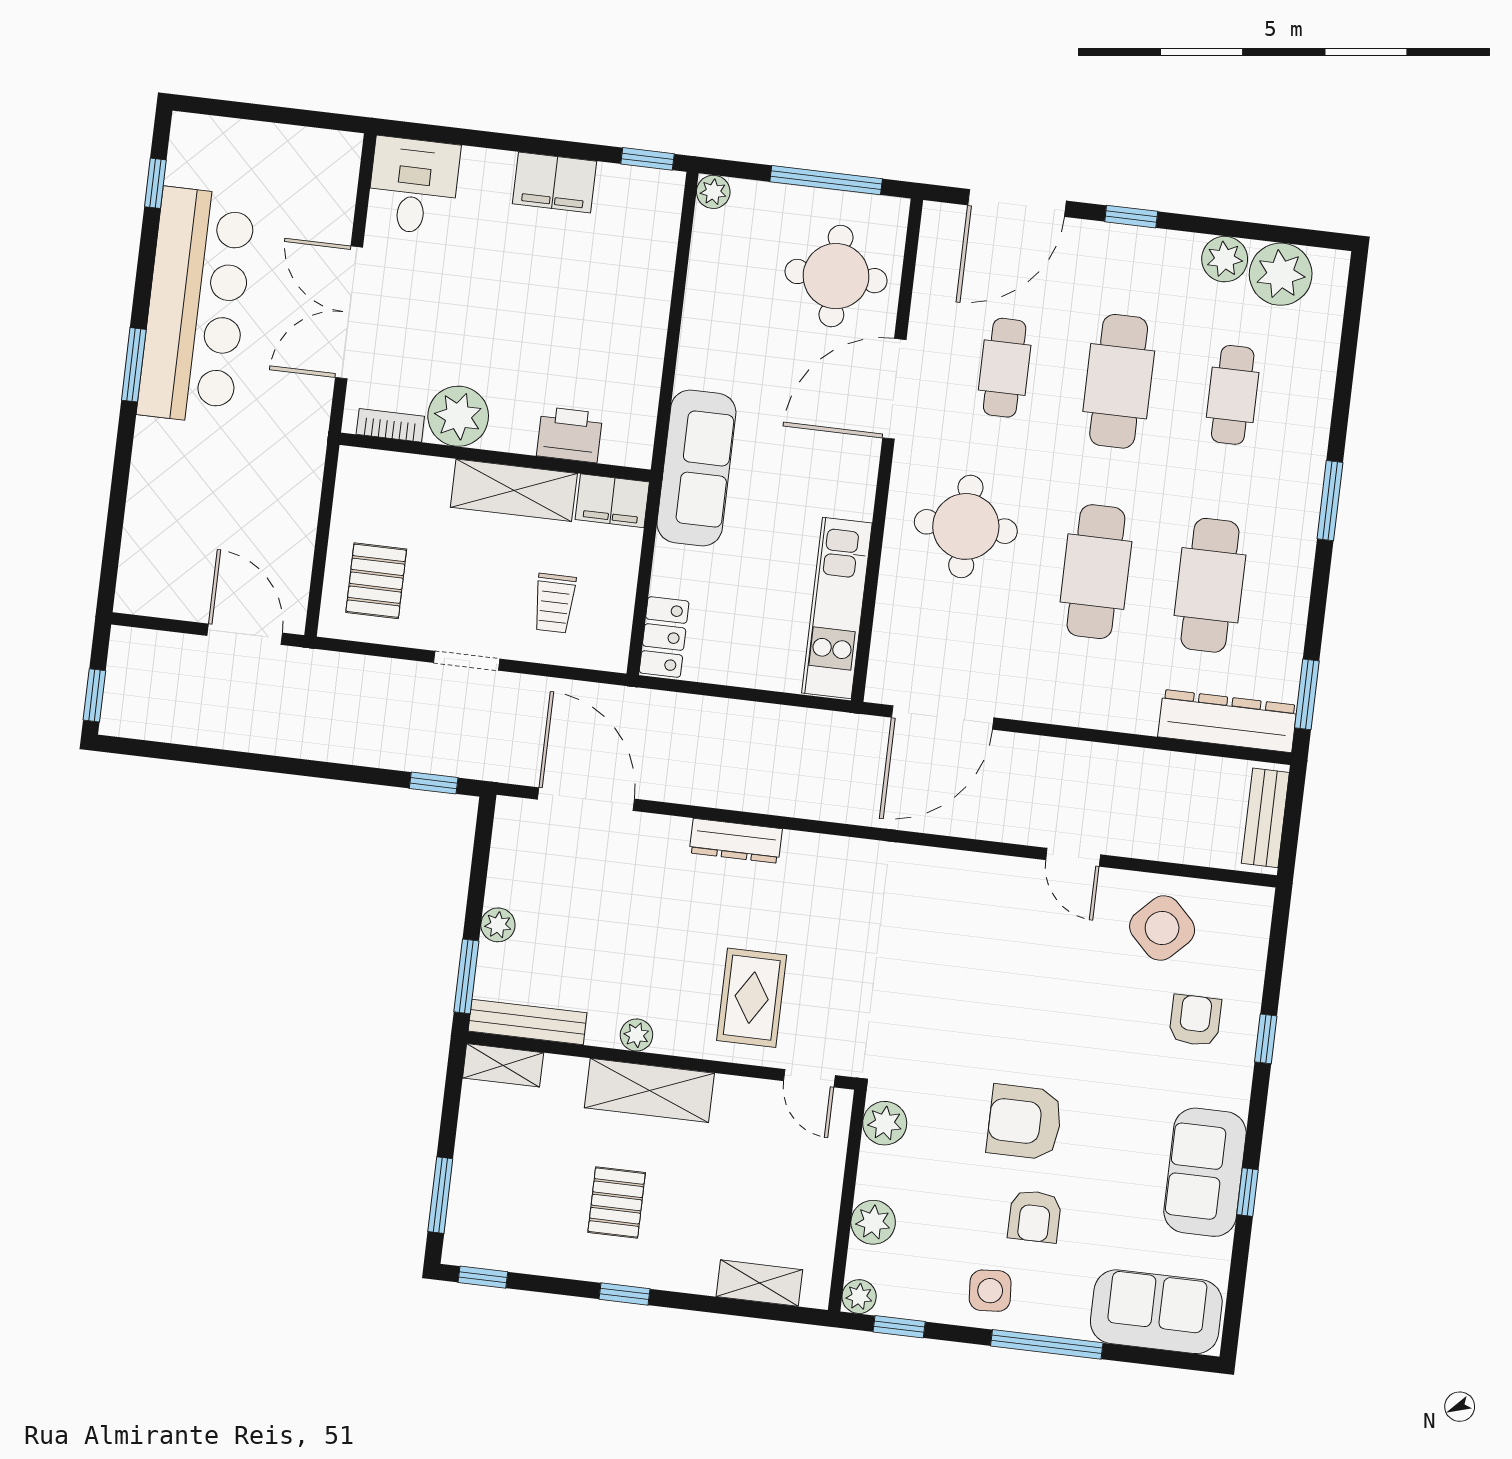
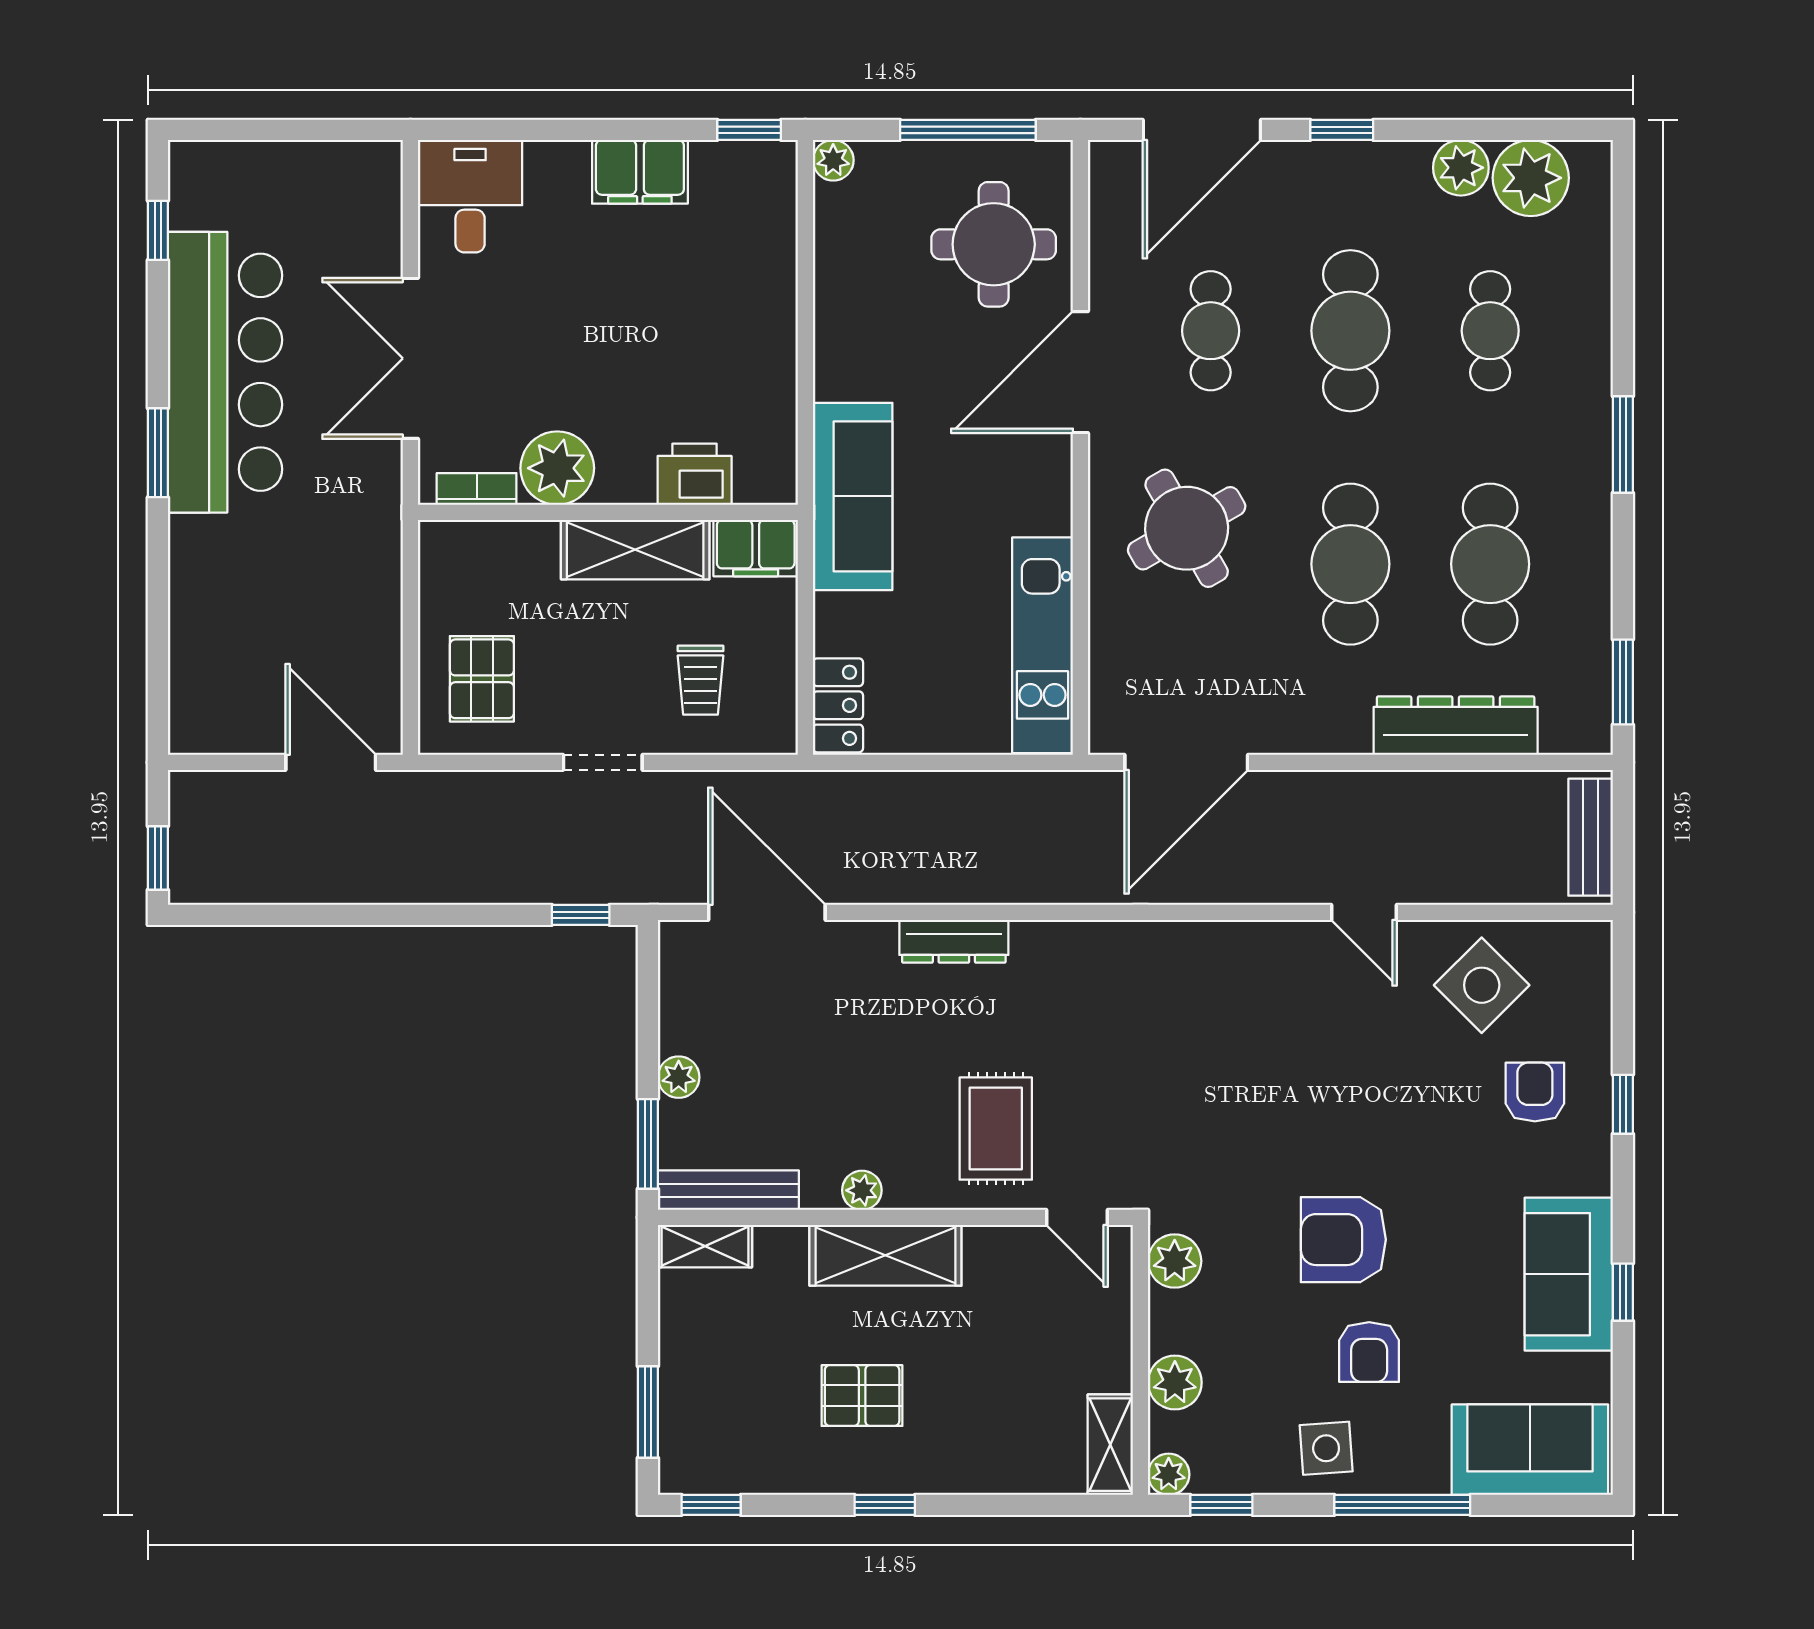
round table: (966, 526) -> (1187, 528), turned -30
dresser: (1227, 721) -> (1456, 726), moved
pallet: (617, 1202) -> (862, 1396), turned 90
shelving: (759, 1283) -> (1110, 1445), moved, turned 90

